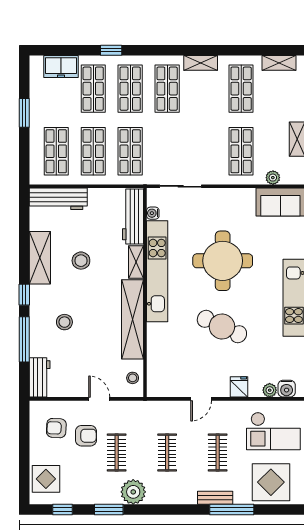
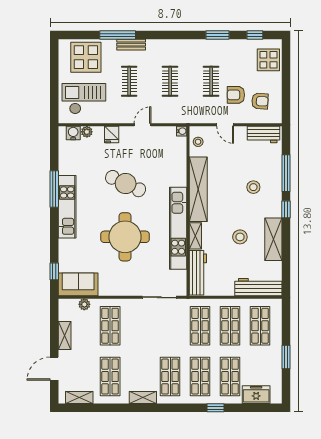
water cooler: (153, 213) -> (182, 131), moved
workbench: (40, 377) -> (263, 134), moved, turned -90
plant: (133, 492) -> (198, 49), removed

